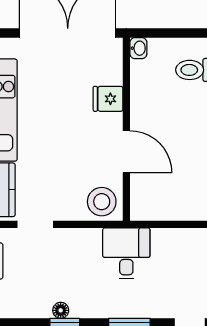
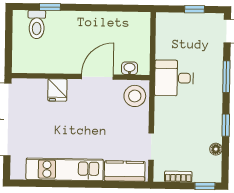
washbasin: (138, 48) -> (129, 68), moved
floor lamp: (61, 310) -> (216, 149), moved

